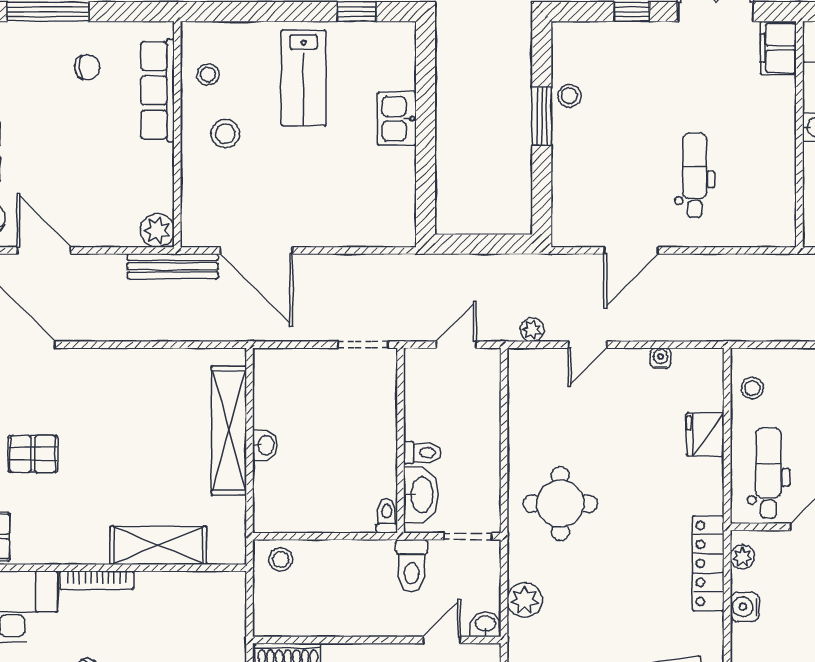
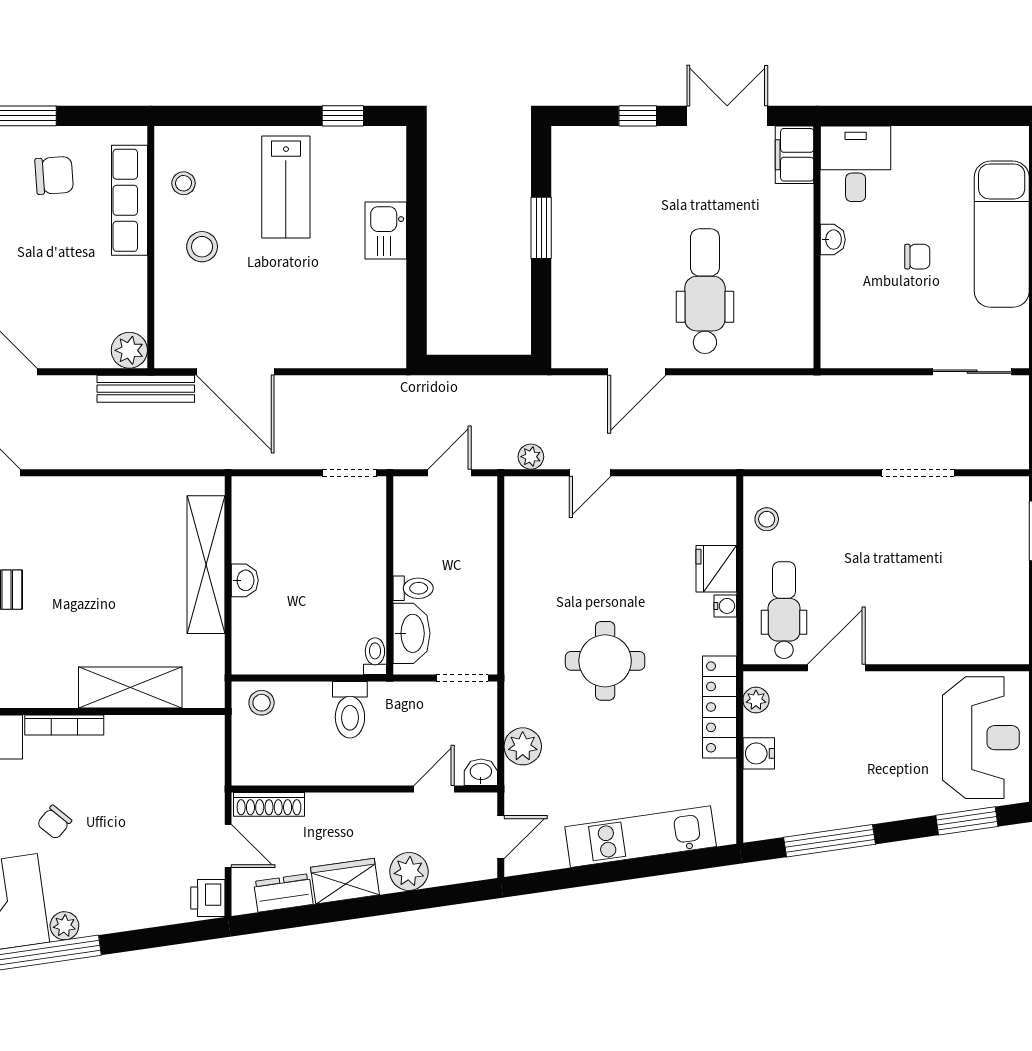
chair: (87, 67) -> (54, 175), width x1.37, depth x1.37
stool: (569, 96) -> (571, 206), removed
dental chair: (695, 175) -> (705, 291), width x1.36, depth x1.38
water cooler: (661, 358) -> (725, 606), moved, turned 90
round table: (560, 504) -> (605, 661), moved
toilet: (412, 566) -> (350, 710), moved

